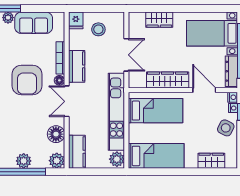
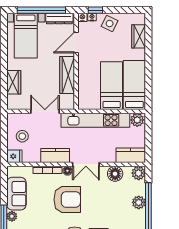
bed: (156, 111) -> (112, 86), moved

